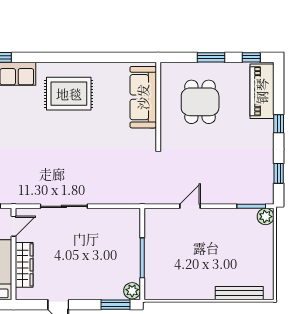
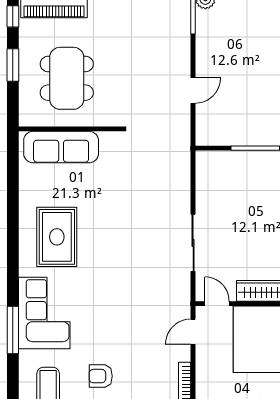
dining table: (200, 102) -> (67, 78), width x1.37
door: (190, 206) -> (193, 90), swing flipped

